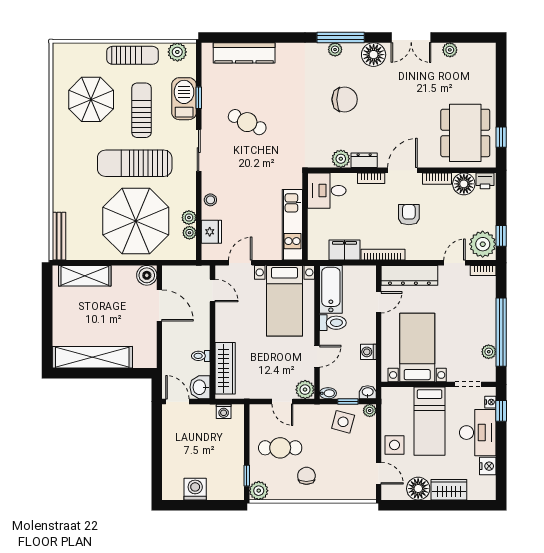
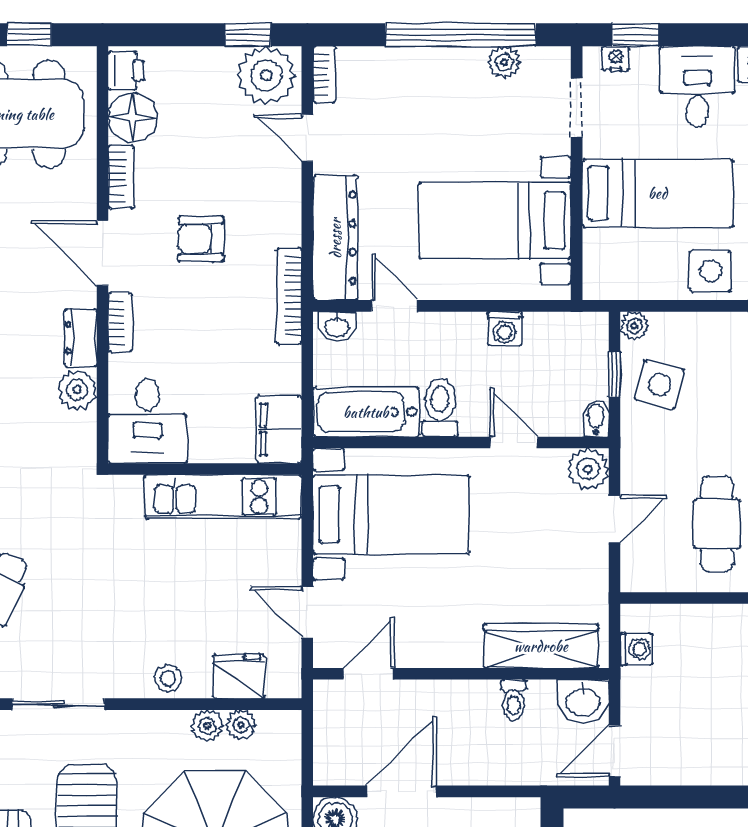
filing cabinet: (344, 250) -> (279, 430), moved
washbasin: (368, 392) -> (337, 326), moved, turned -90
desk: (478, 433) -> (697, 86), width x0.73

